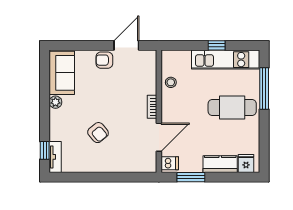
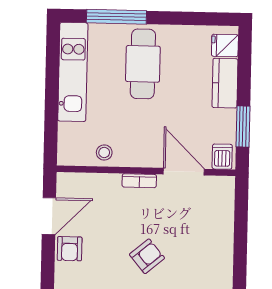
door: (126, 45) -> (49, 216), swing flipped
window: (217, 45) -> (52, 84), removed
armchair: (98, 133) -> (147, 256), moved

